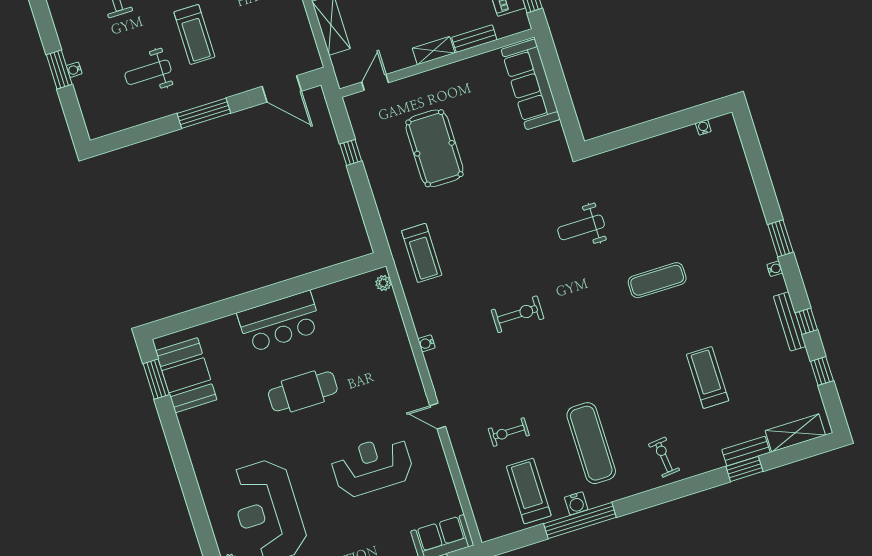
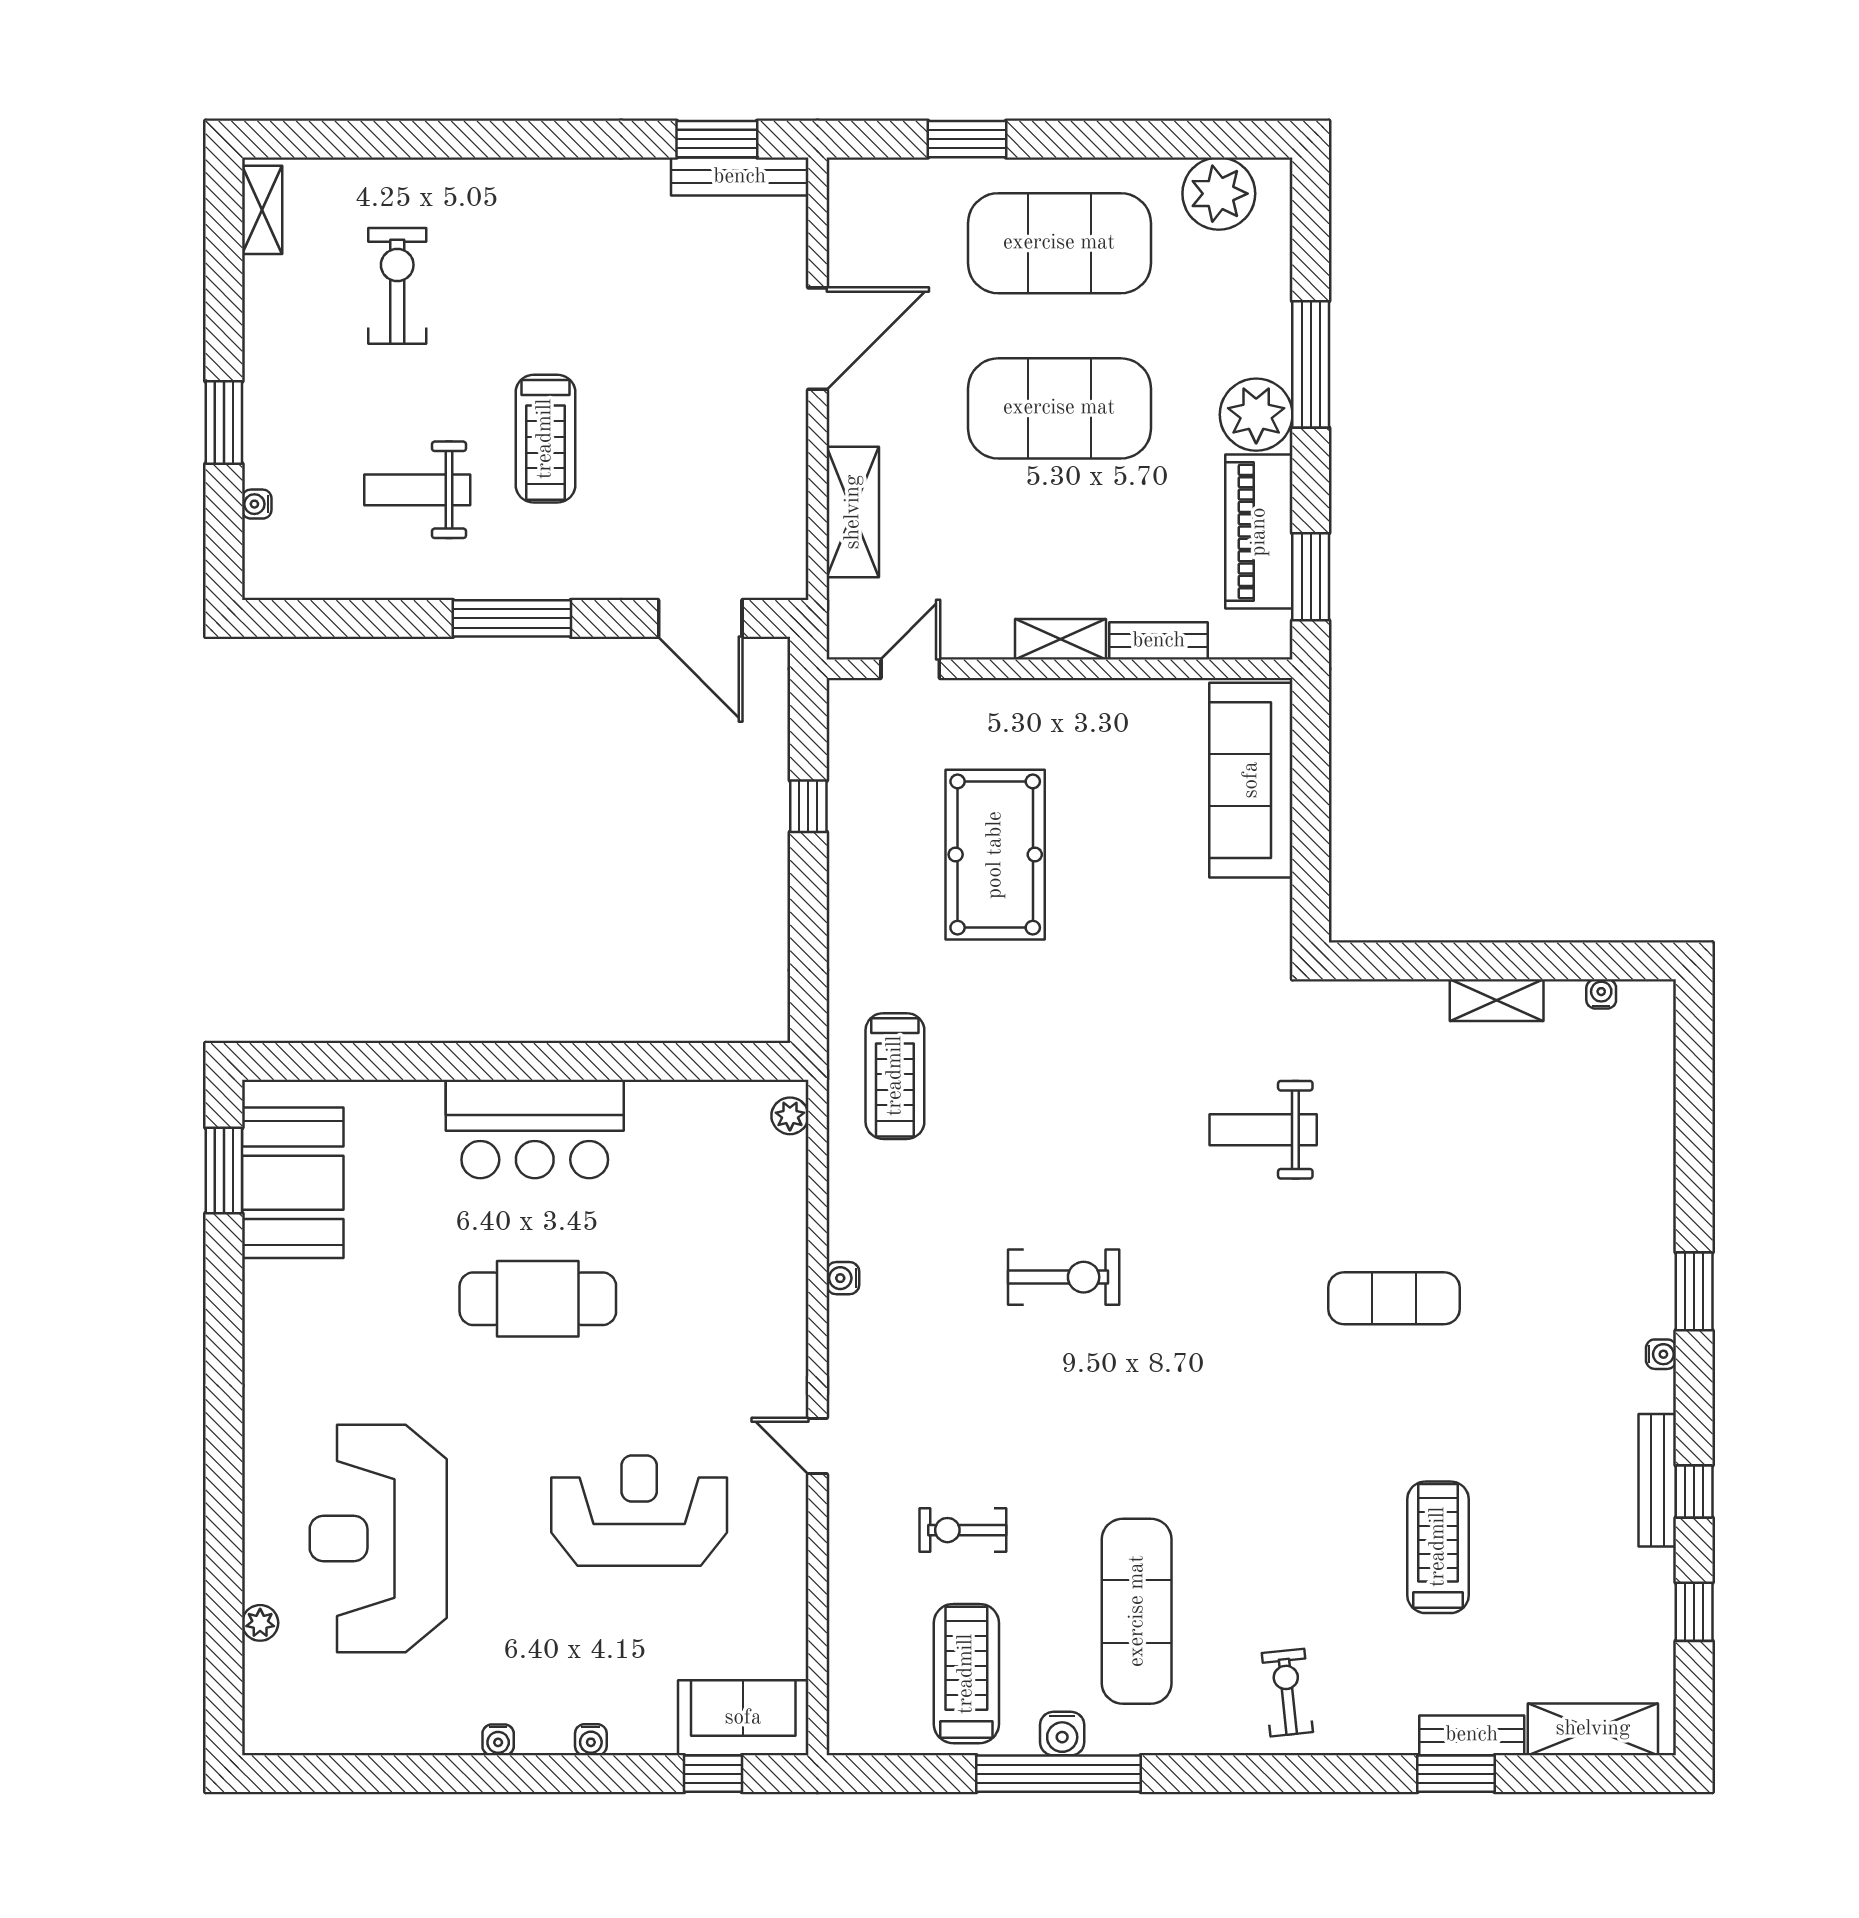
water cooler: (74, 70) -> (257, 504), moved
shelving: (661, 144) -> (1497, 1000), added

